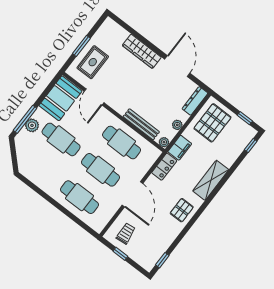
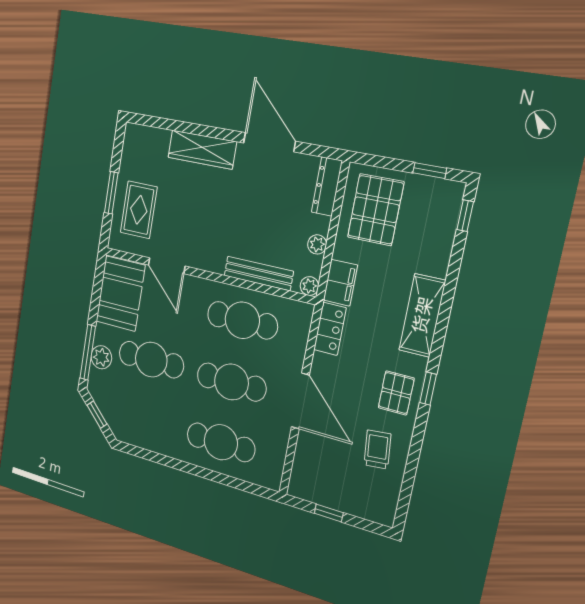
window: (14, 154) -> (97, 415), added
trolley: (126, 234) -> (377, 449), moved
window: (162, 260) -> (428, 389), moved

